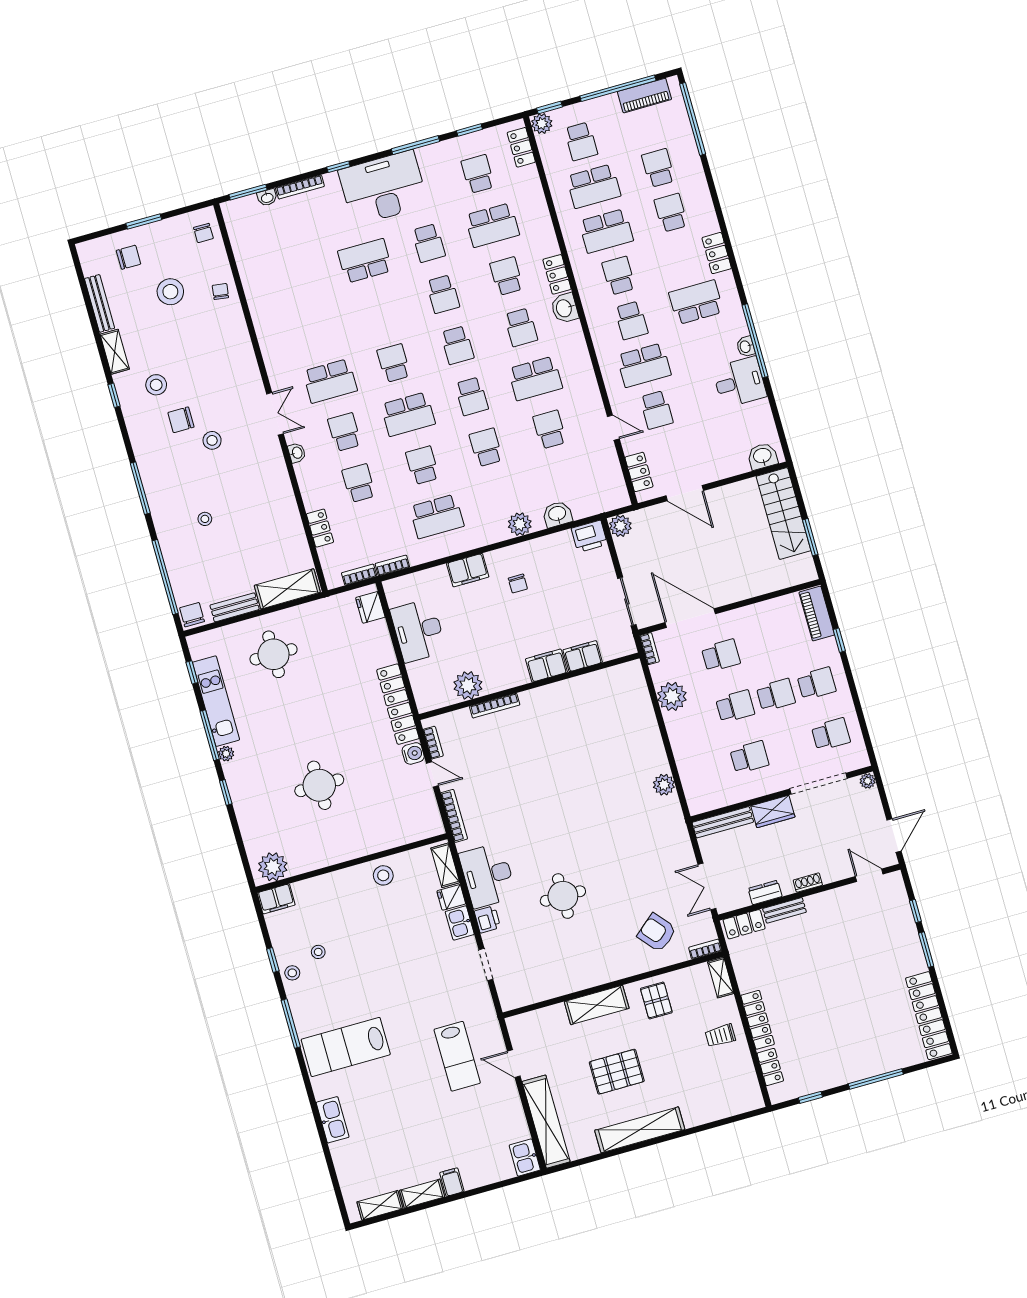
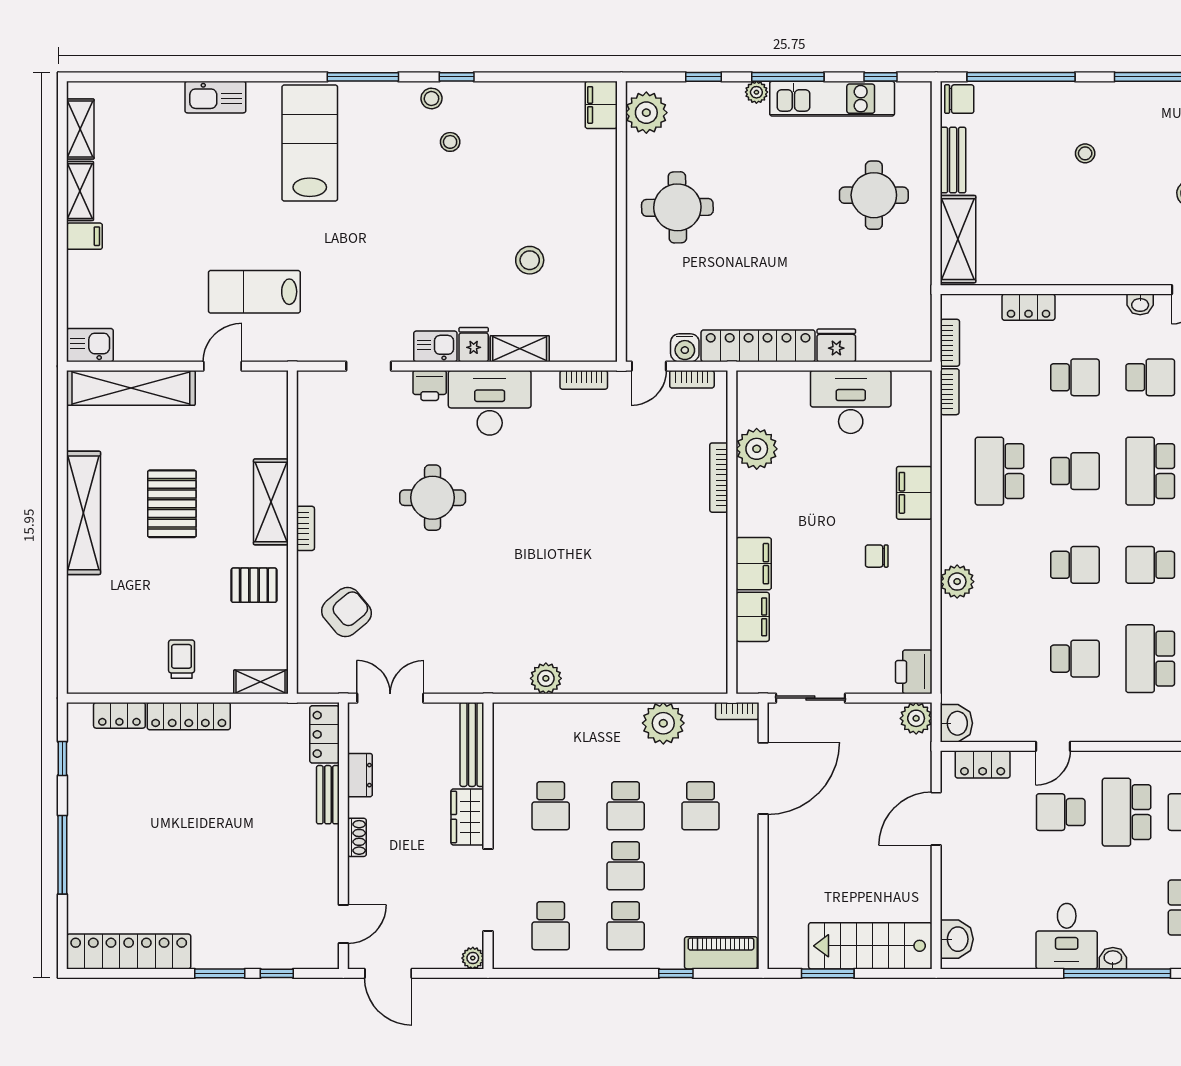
washbasin: (557, 514) -> (956, 723), moved
fridge: (370, 607) -> (836, 345), moved
bookcase: (454, 816) -> (584, 380), width x0.64
wall: (351, 863) -> (621, 222), moved
plant: (273, 867) -> (646, 113), moved
filing cabinet: (276, 899) -> (601, 105), moved
bookcase: (705, 949) -> (305, 528), moved

